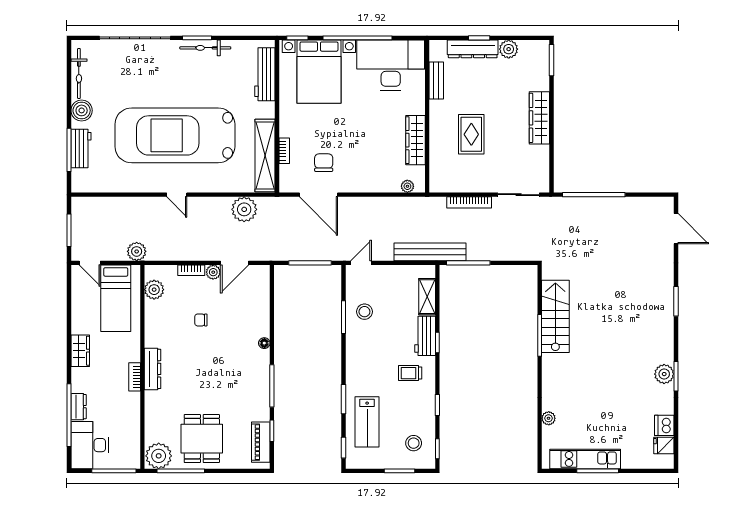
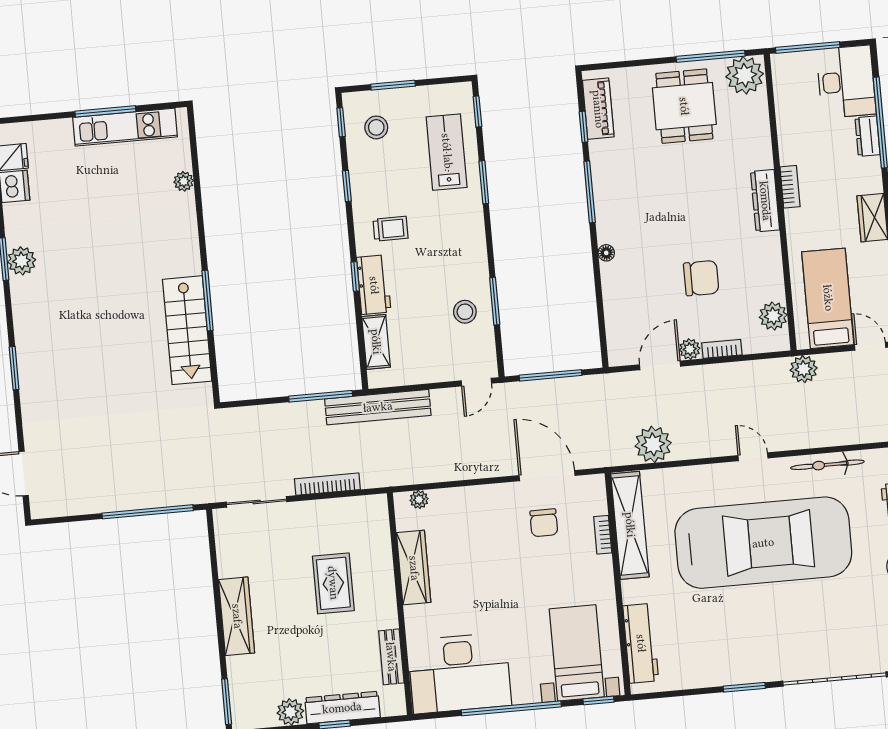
bicycle: (205, 48) -> (827, 465), moved, turned 180
bed with nightstands: (319, 72) -> (577, 653), width x0.73
chair: (201, 320) -> (701, 278), width x1.87, depth x1.87

